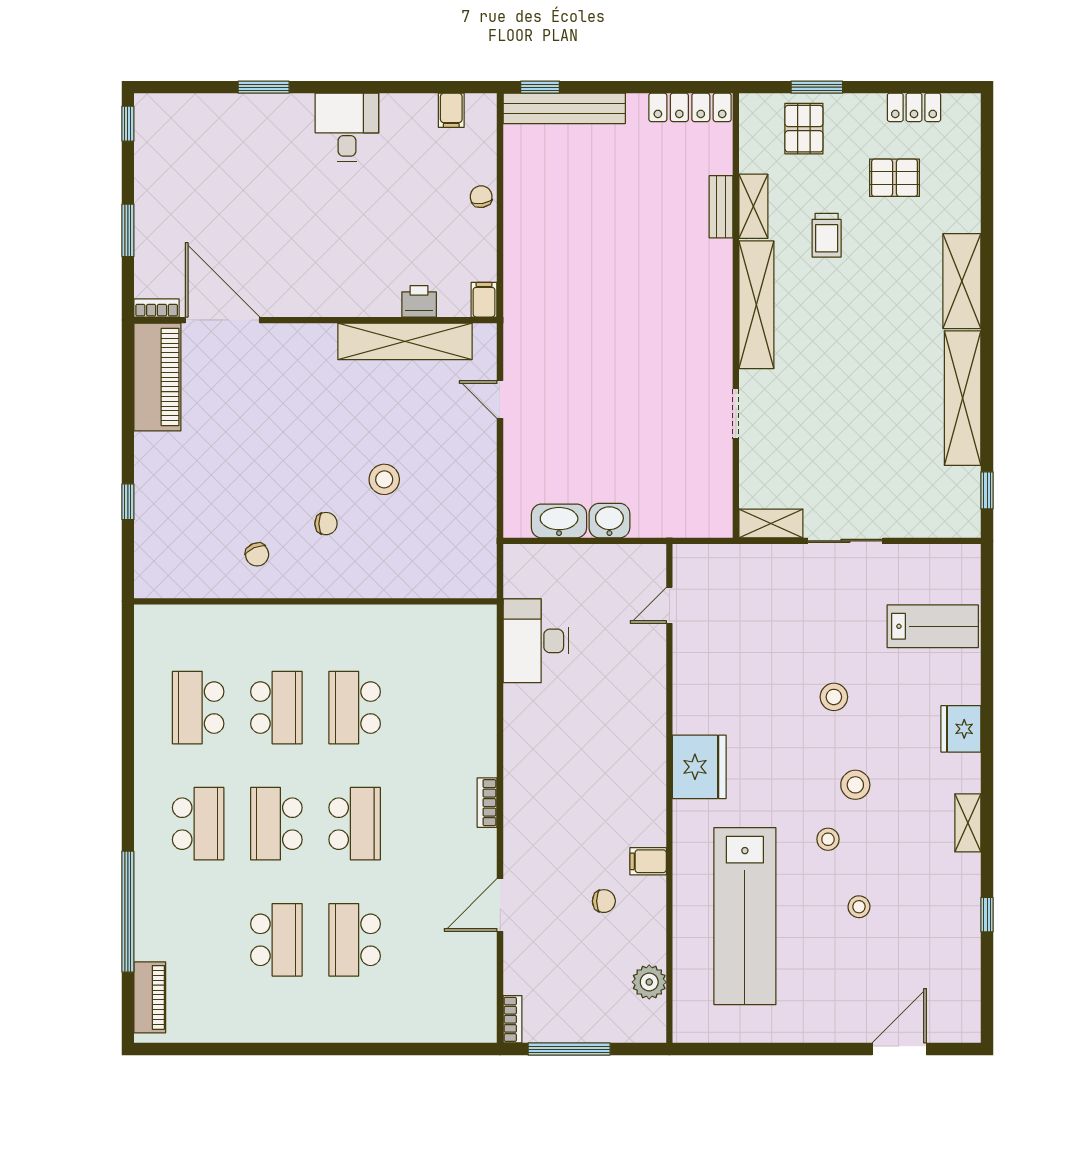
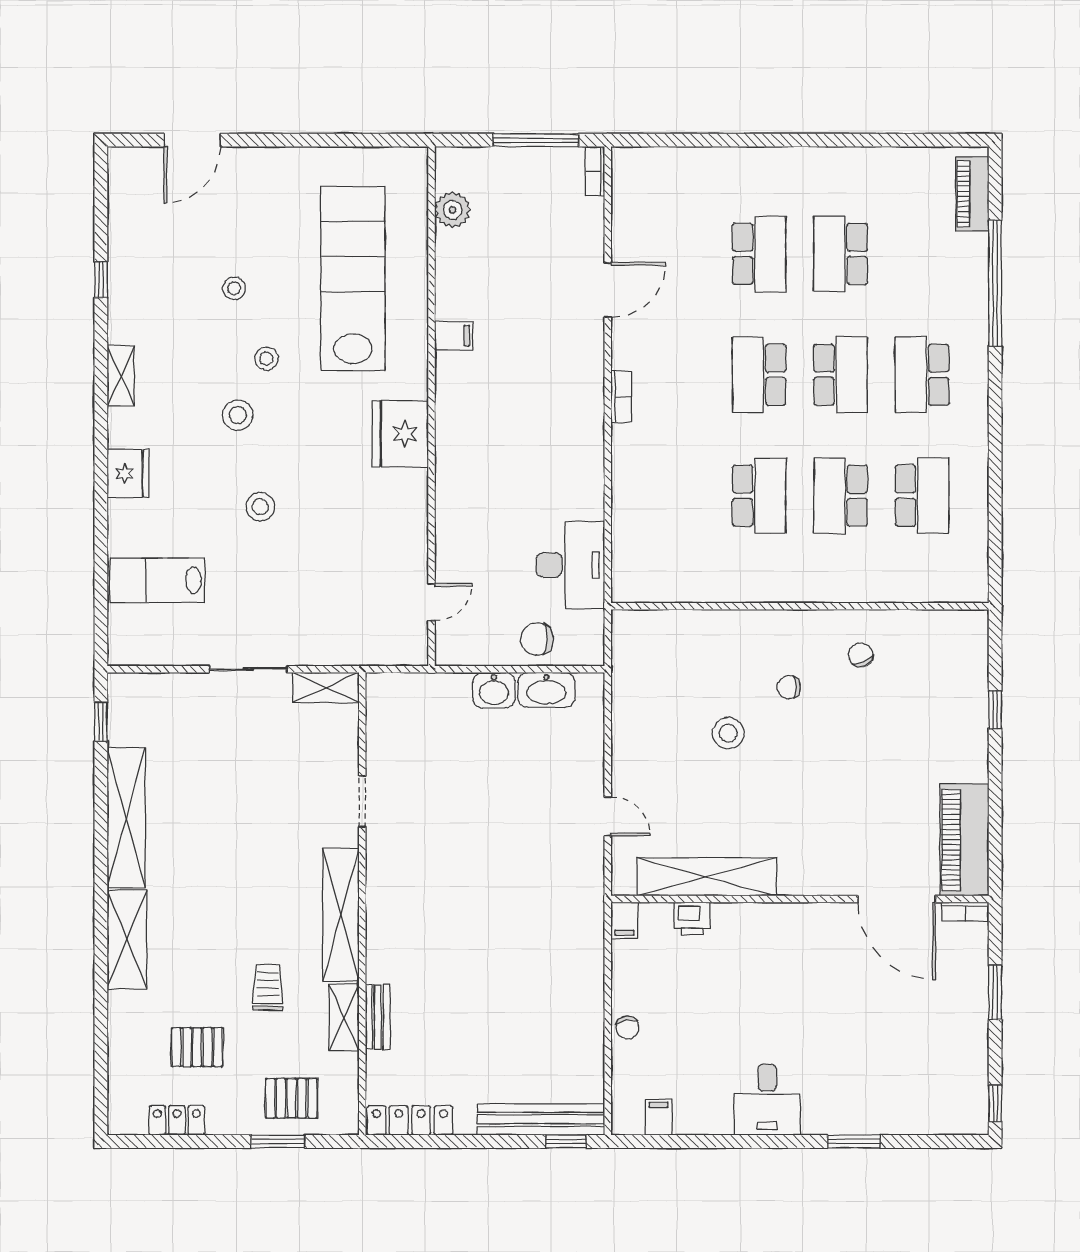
pallet: (804, 129) -> (291, 1098), turned 90
chair: (604, 901) -> (537, 639), moved, width x1.37, depth x1.37

